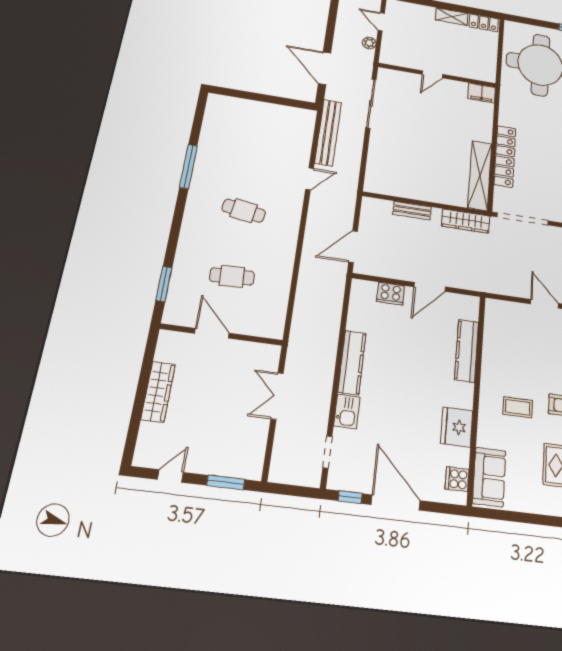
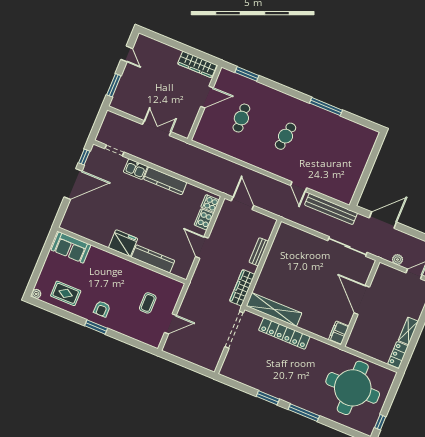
door: (432, 74) -> (362, 300), width x1.88
wardrobe: (158, 392) -> (197, 64), moved
coffee table: (518, 407) -> (148, 303), moved
fridge: (457, 427) -> (123, 243), moved
cooker: (457, 479) -> (210, 204), moved, turned -90

